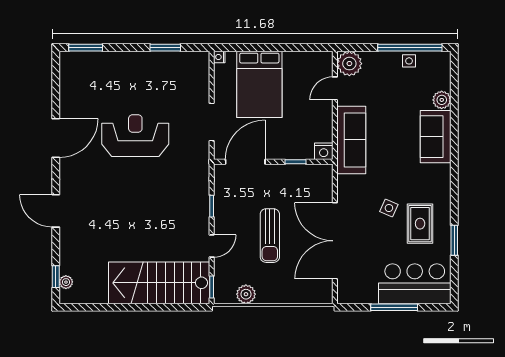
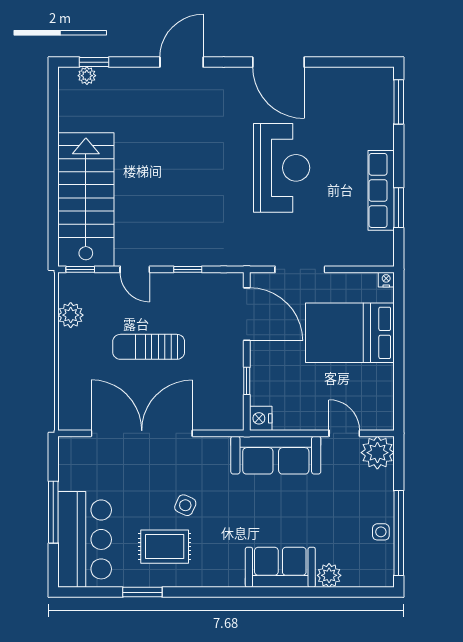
row of seats: (152, 61) -> (381, 190), added

